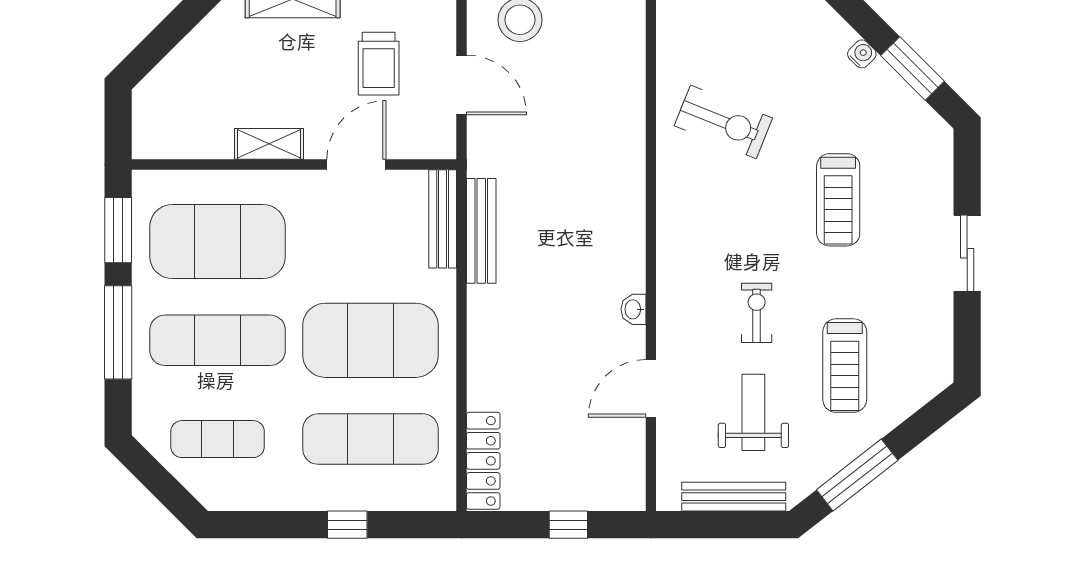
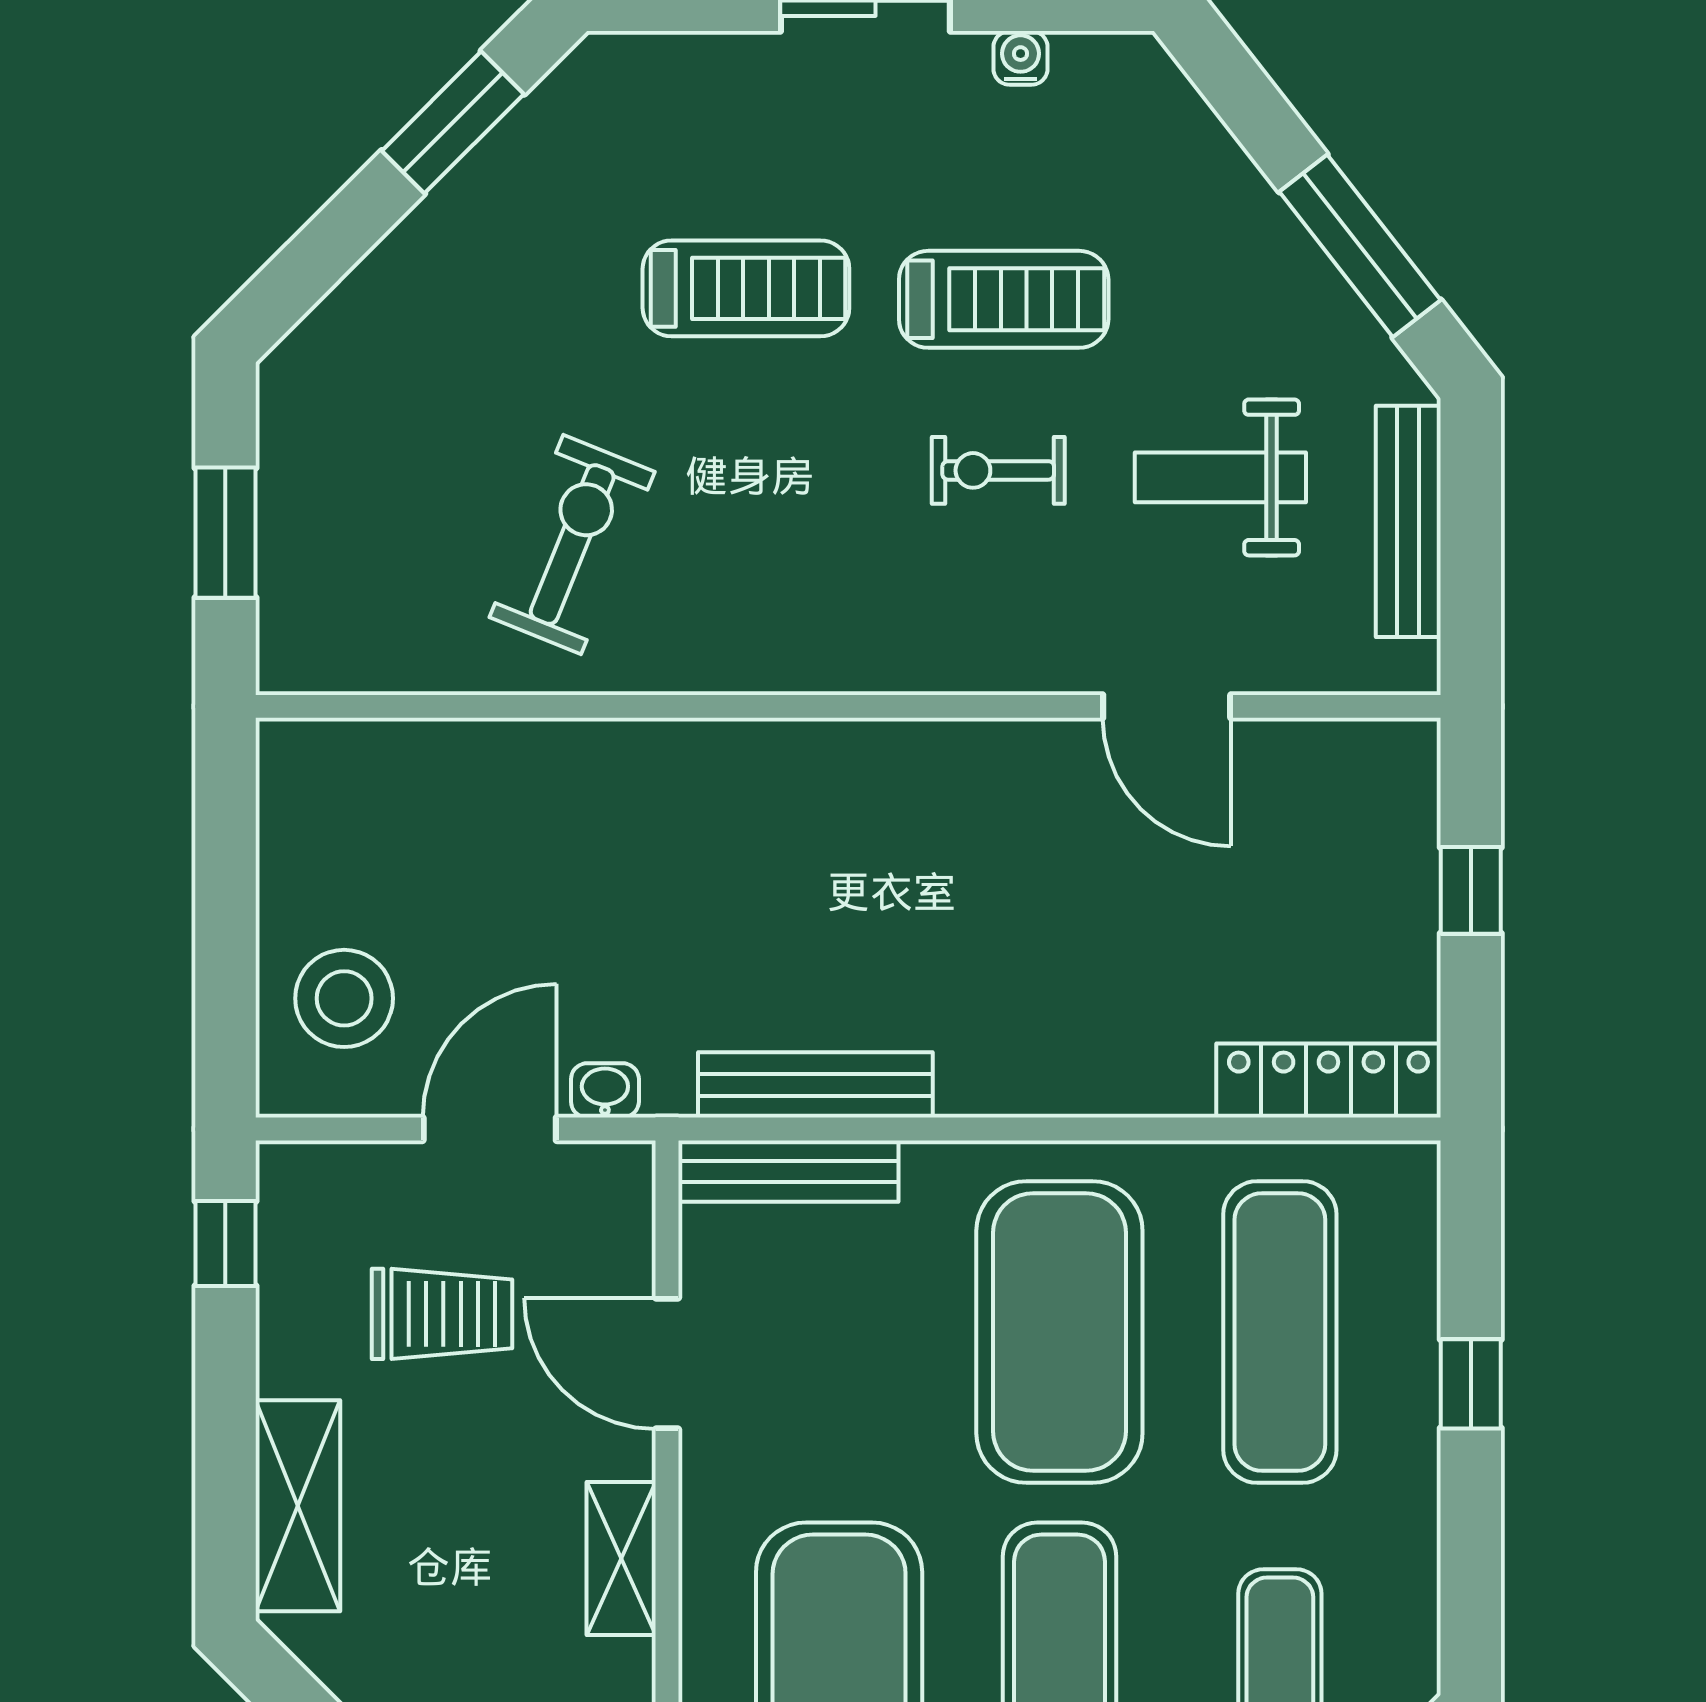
water cooler: (862, 54) -> (1021, 58), moved, turned 45
washbasin: (634, 309) -> (605, 1090), moved, turned 180
treadmill: (845, 366) -> (1004, 299), moved

